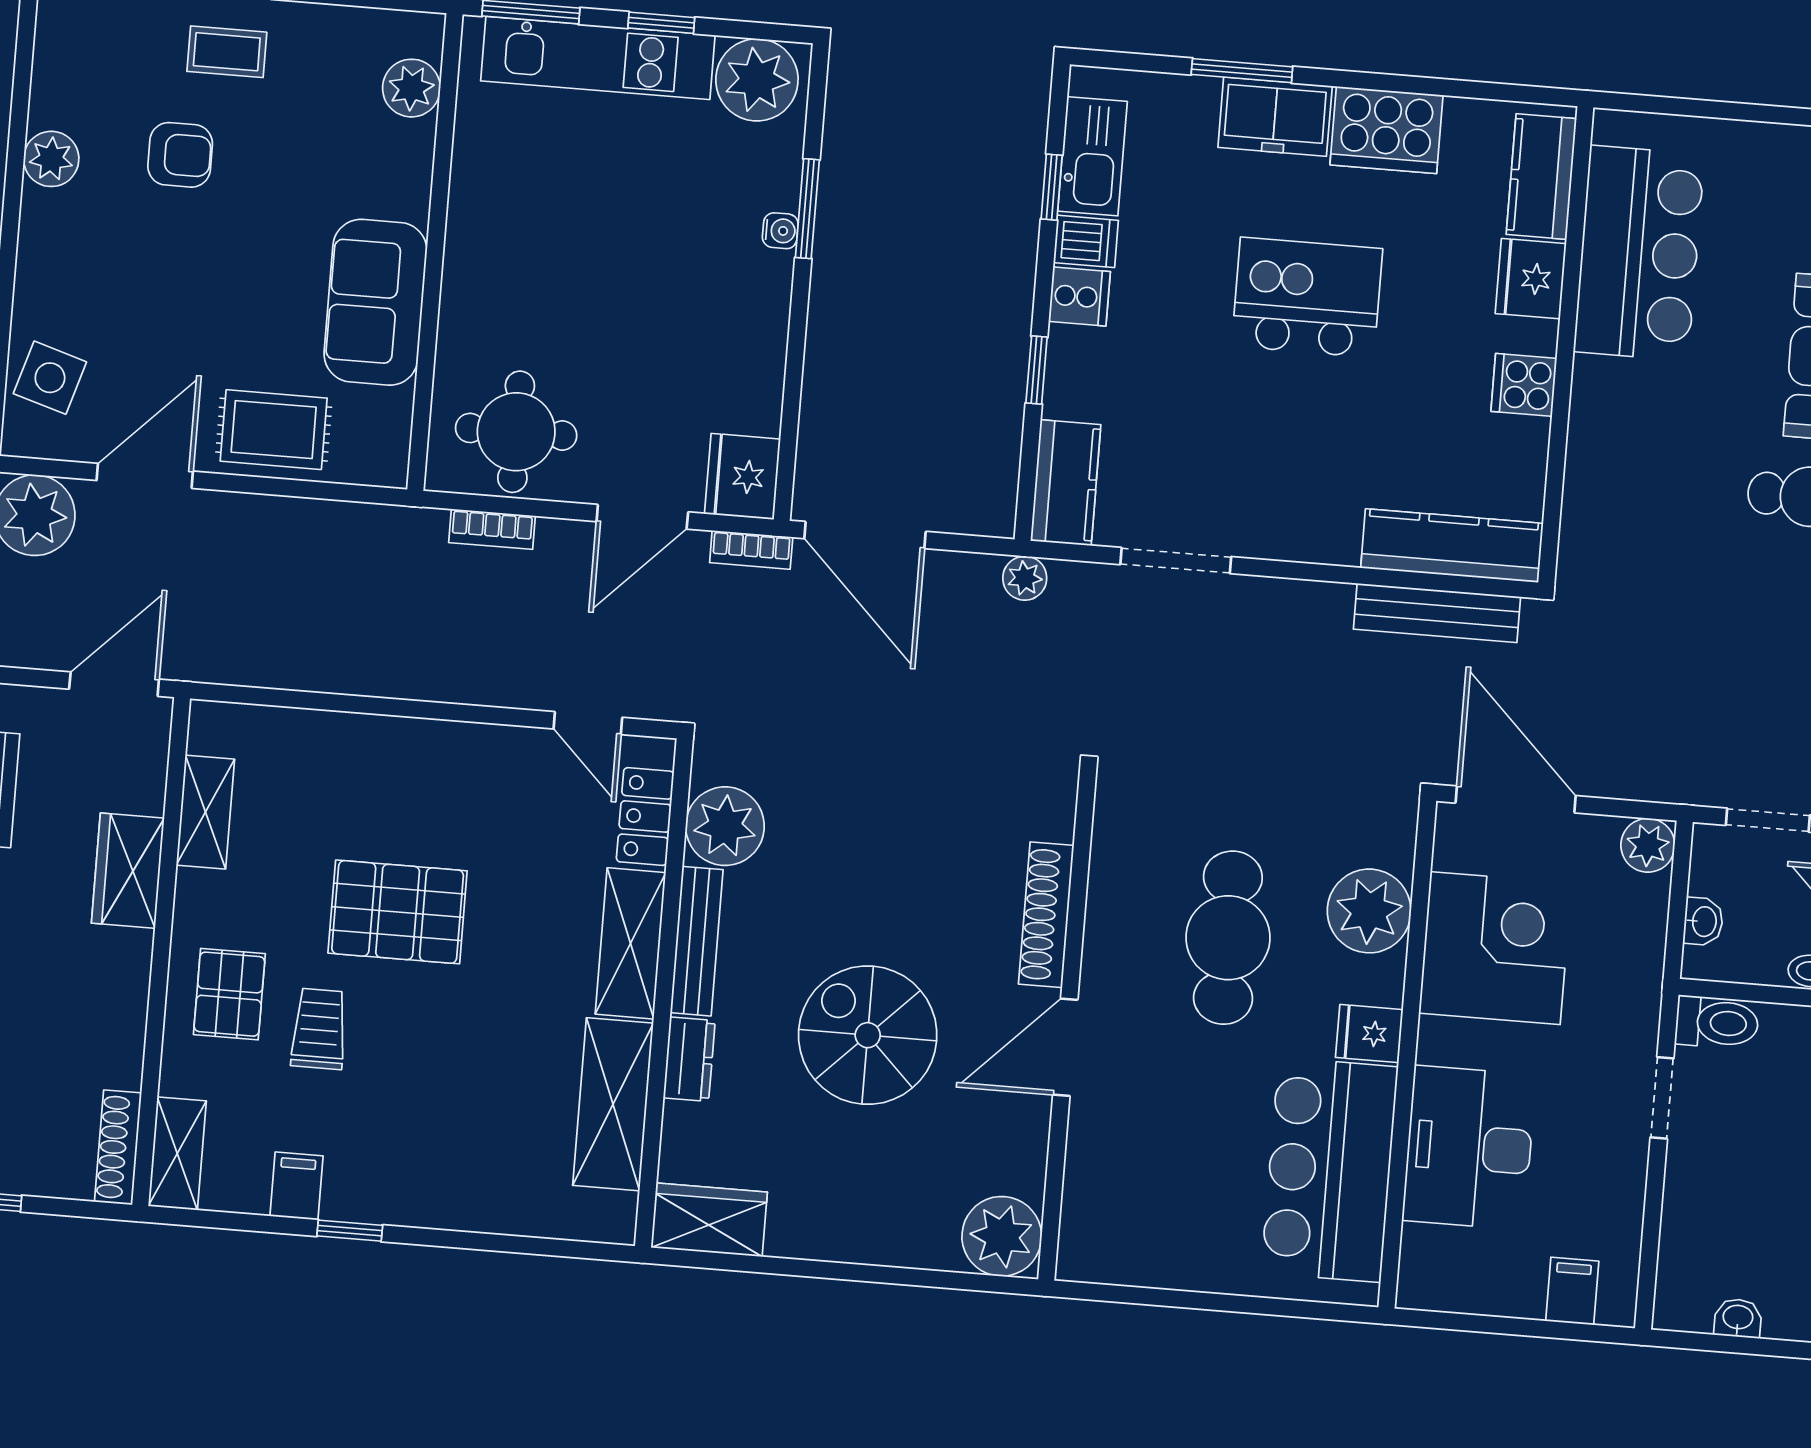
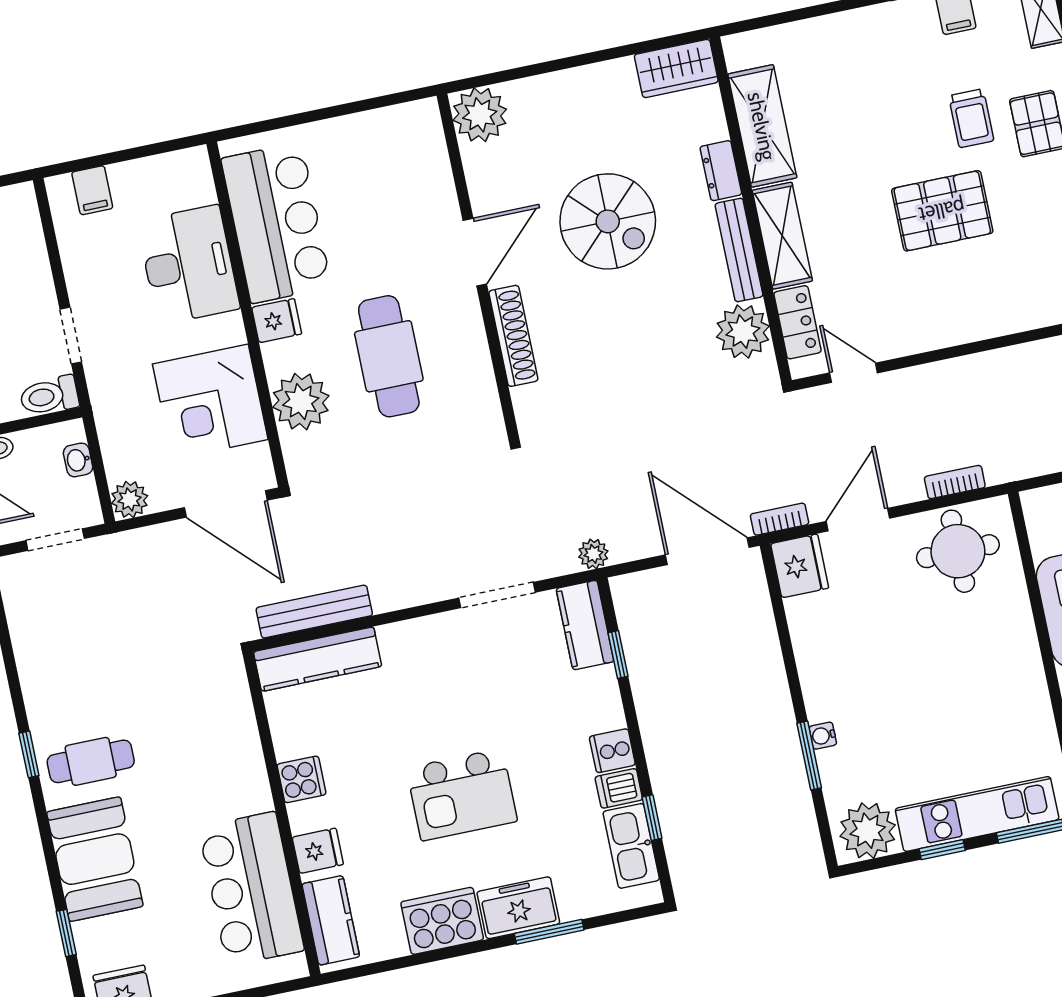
fridge: (1531, 279) -> (318, 851), width x0.72
window: (1037, 370) -> (618, 654), moved

